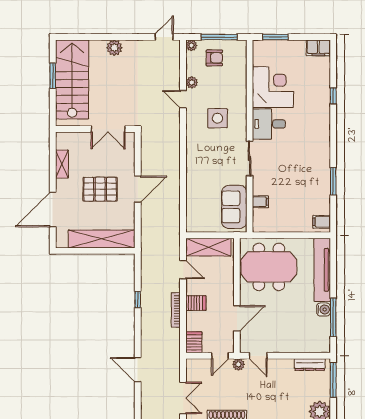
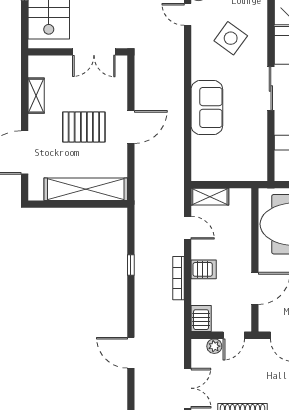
side table: (217, 118) -> (231, 38), turned 36
sofa: (234, 207) -> (207, 108), moved, turned 180
shelving: (208, 247) -> (210, 197), width x0.67, depth x0.75
plant: (238, 364) -> (214, 346), moved

